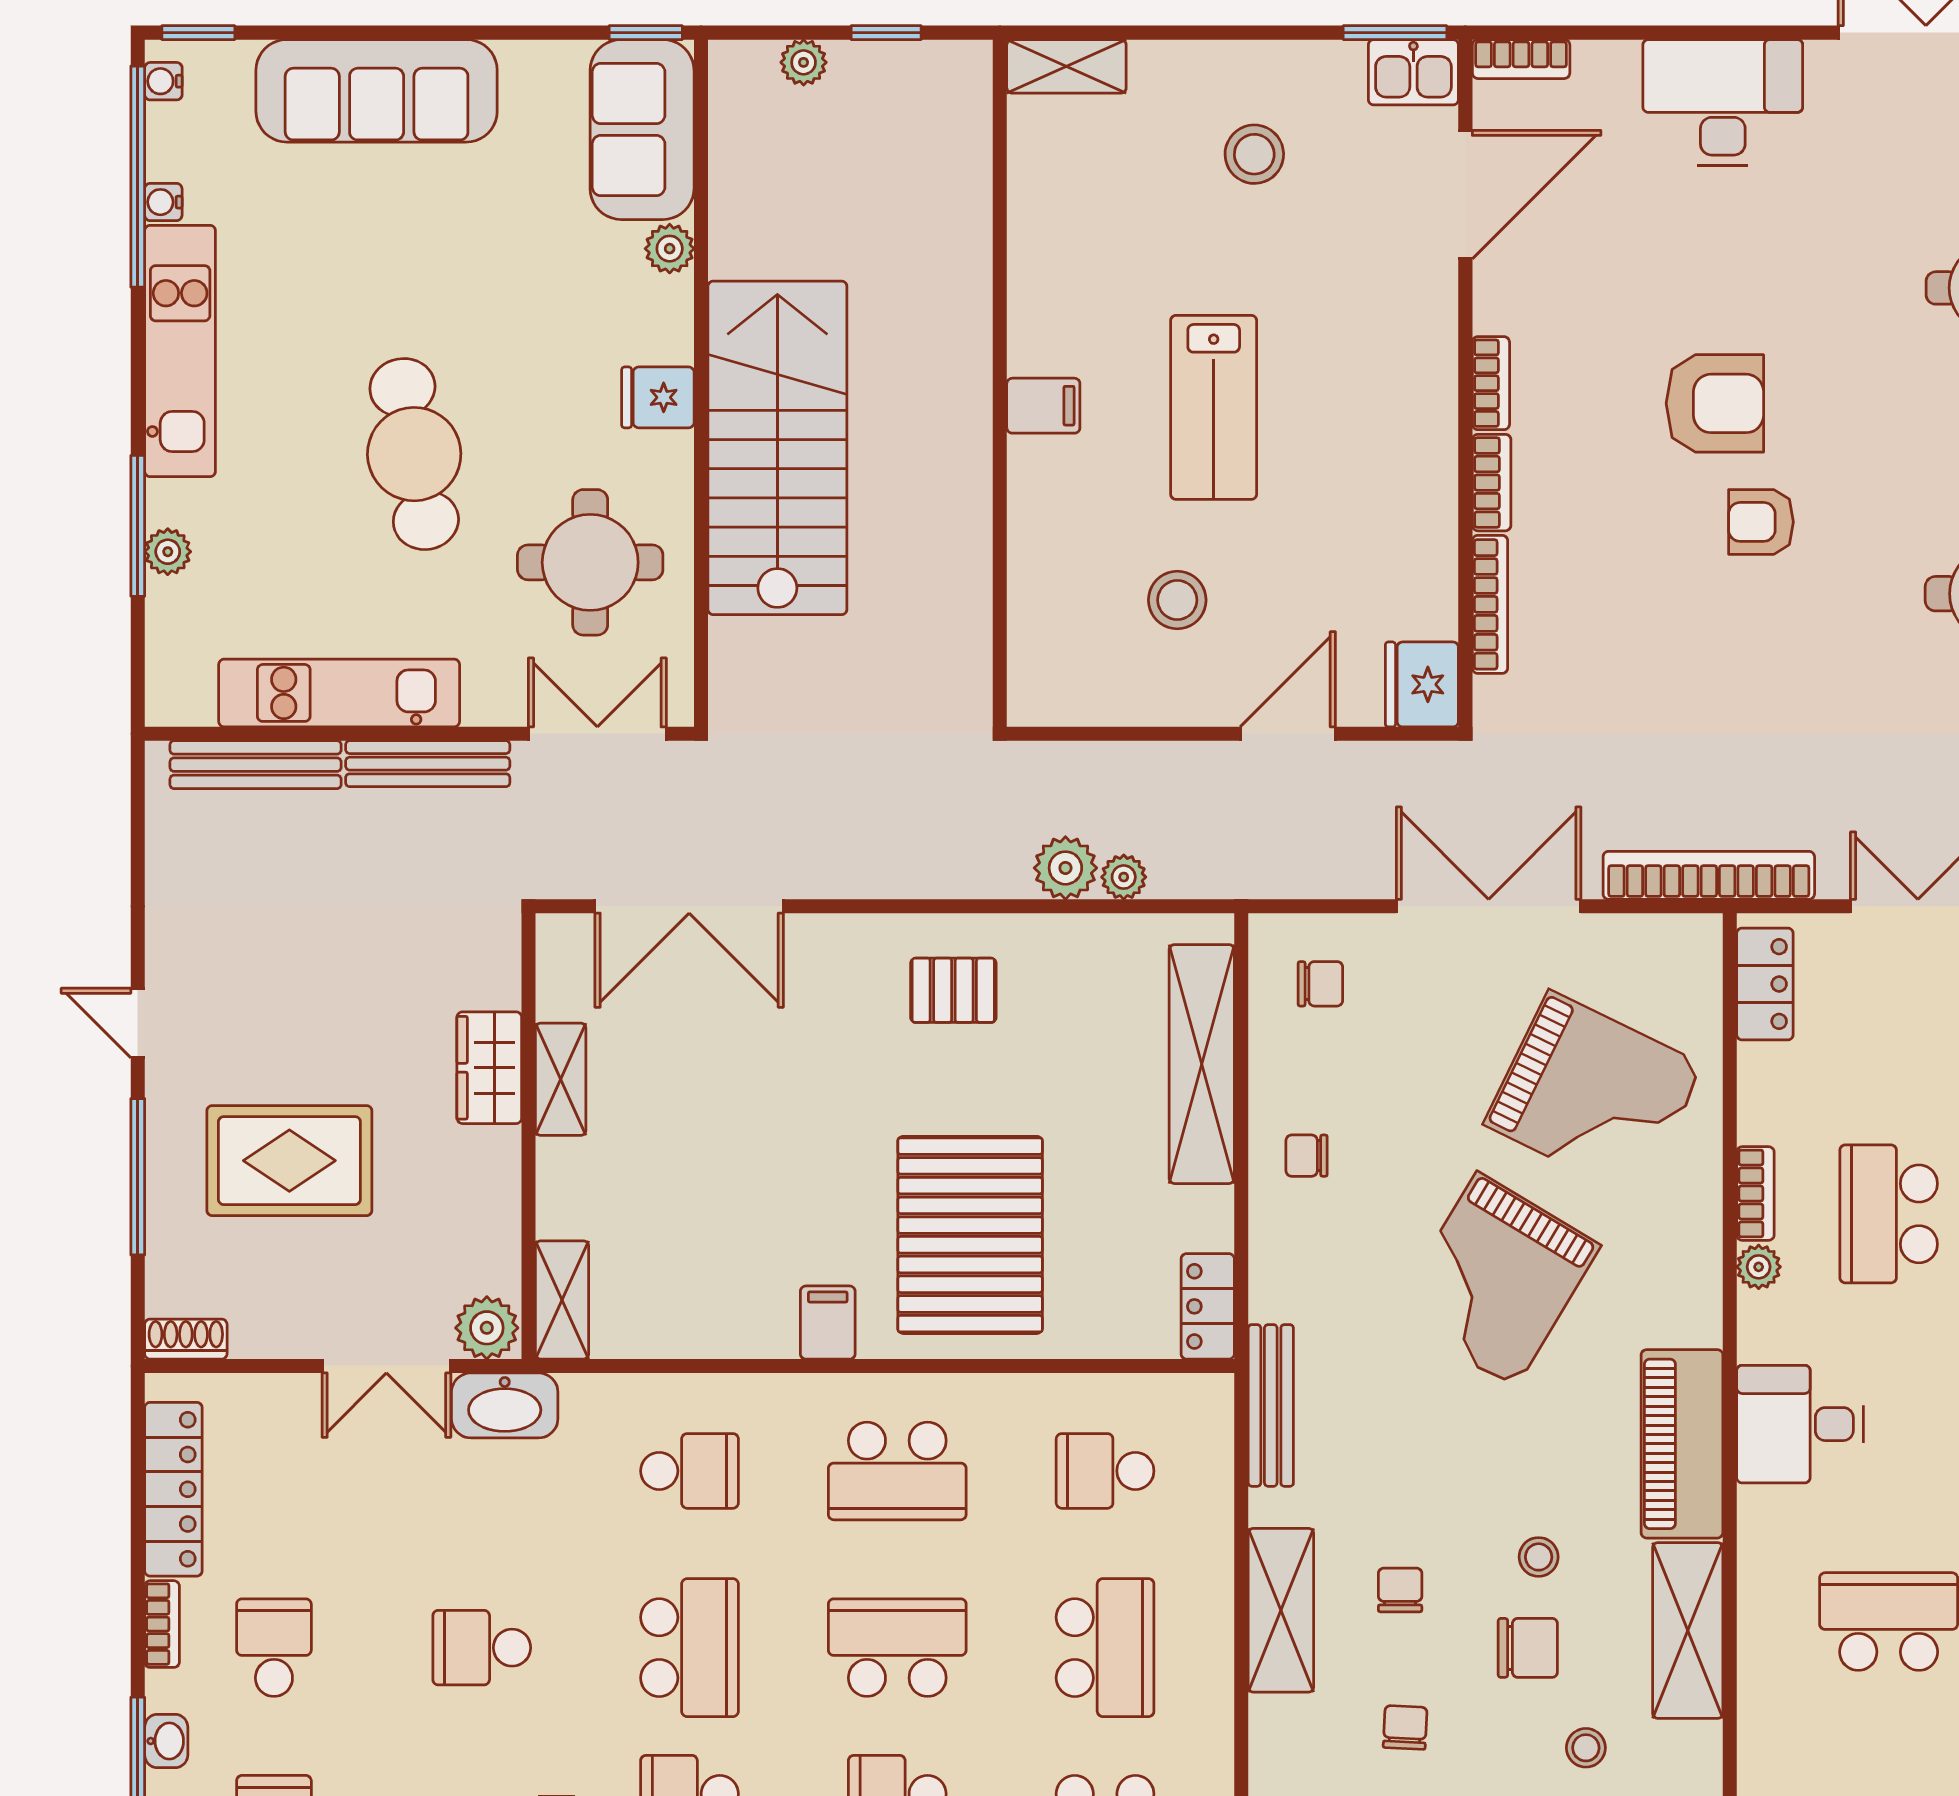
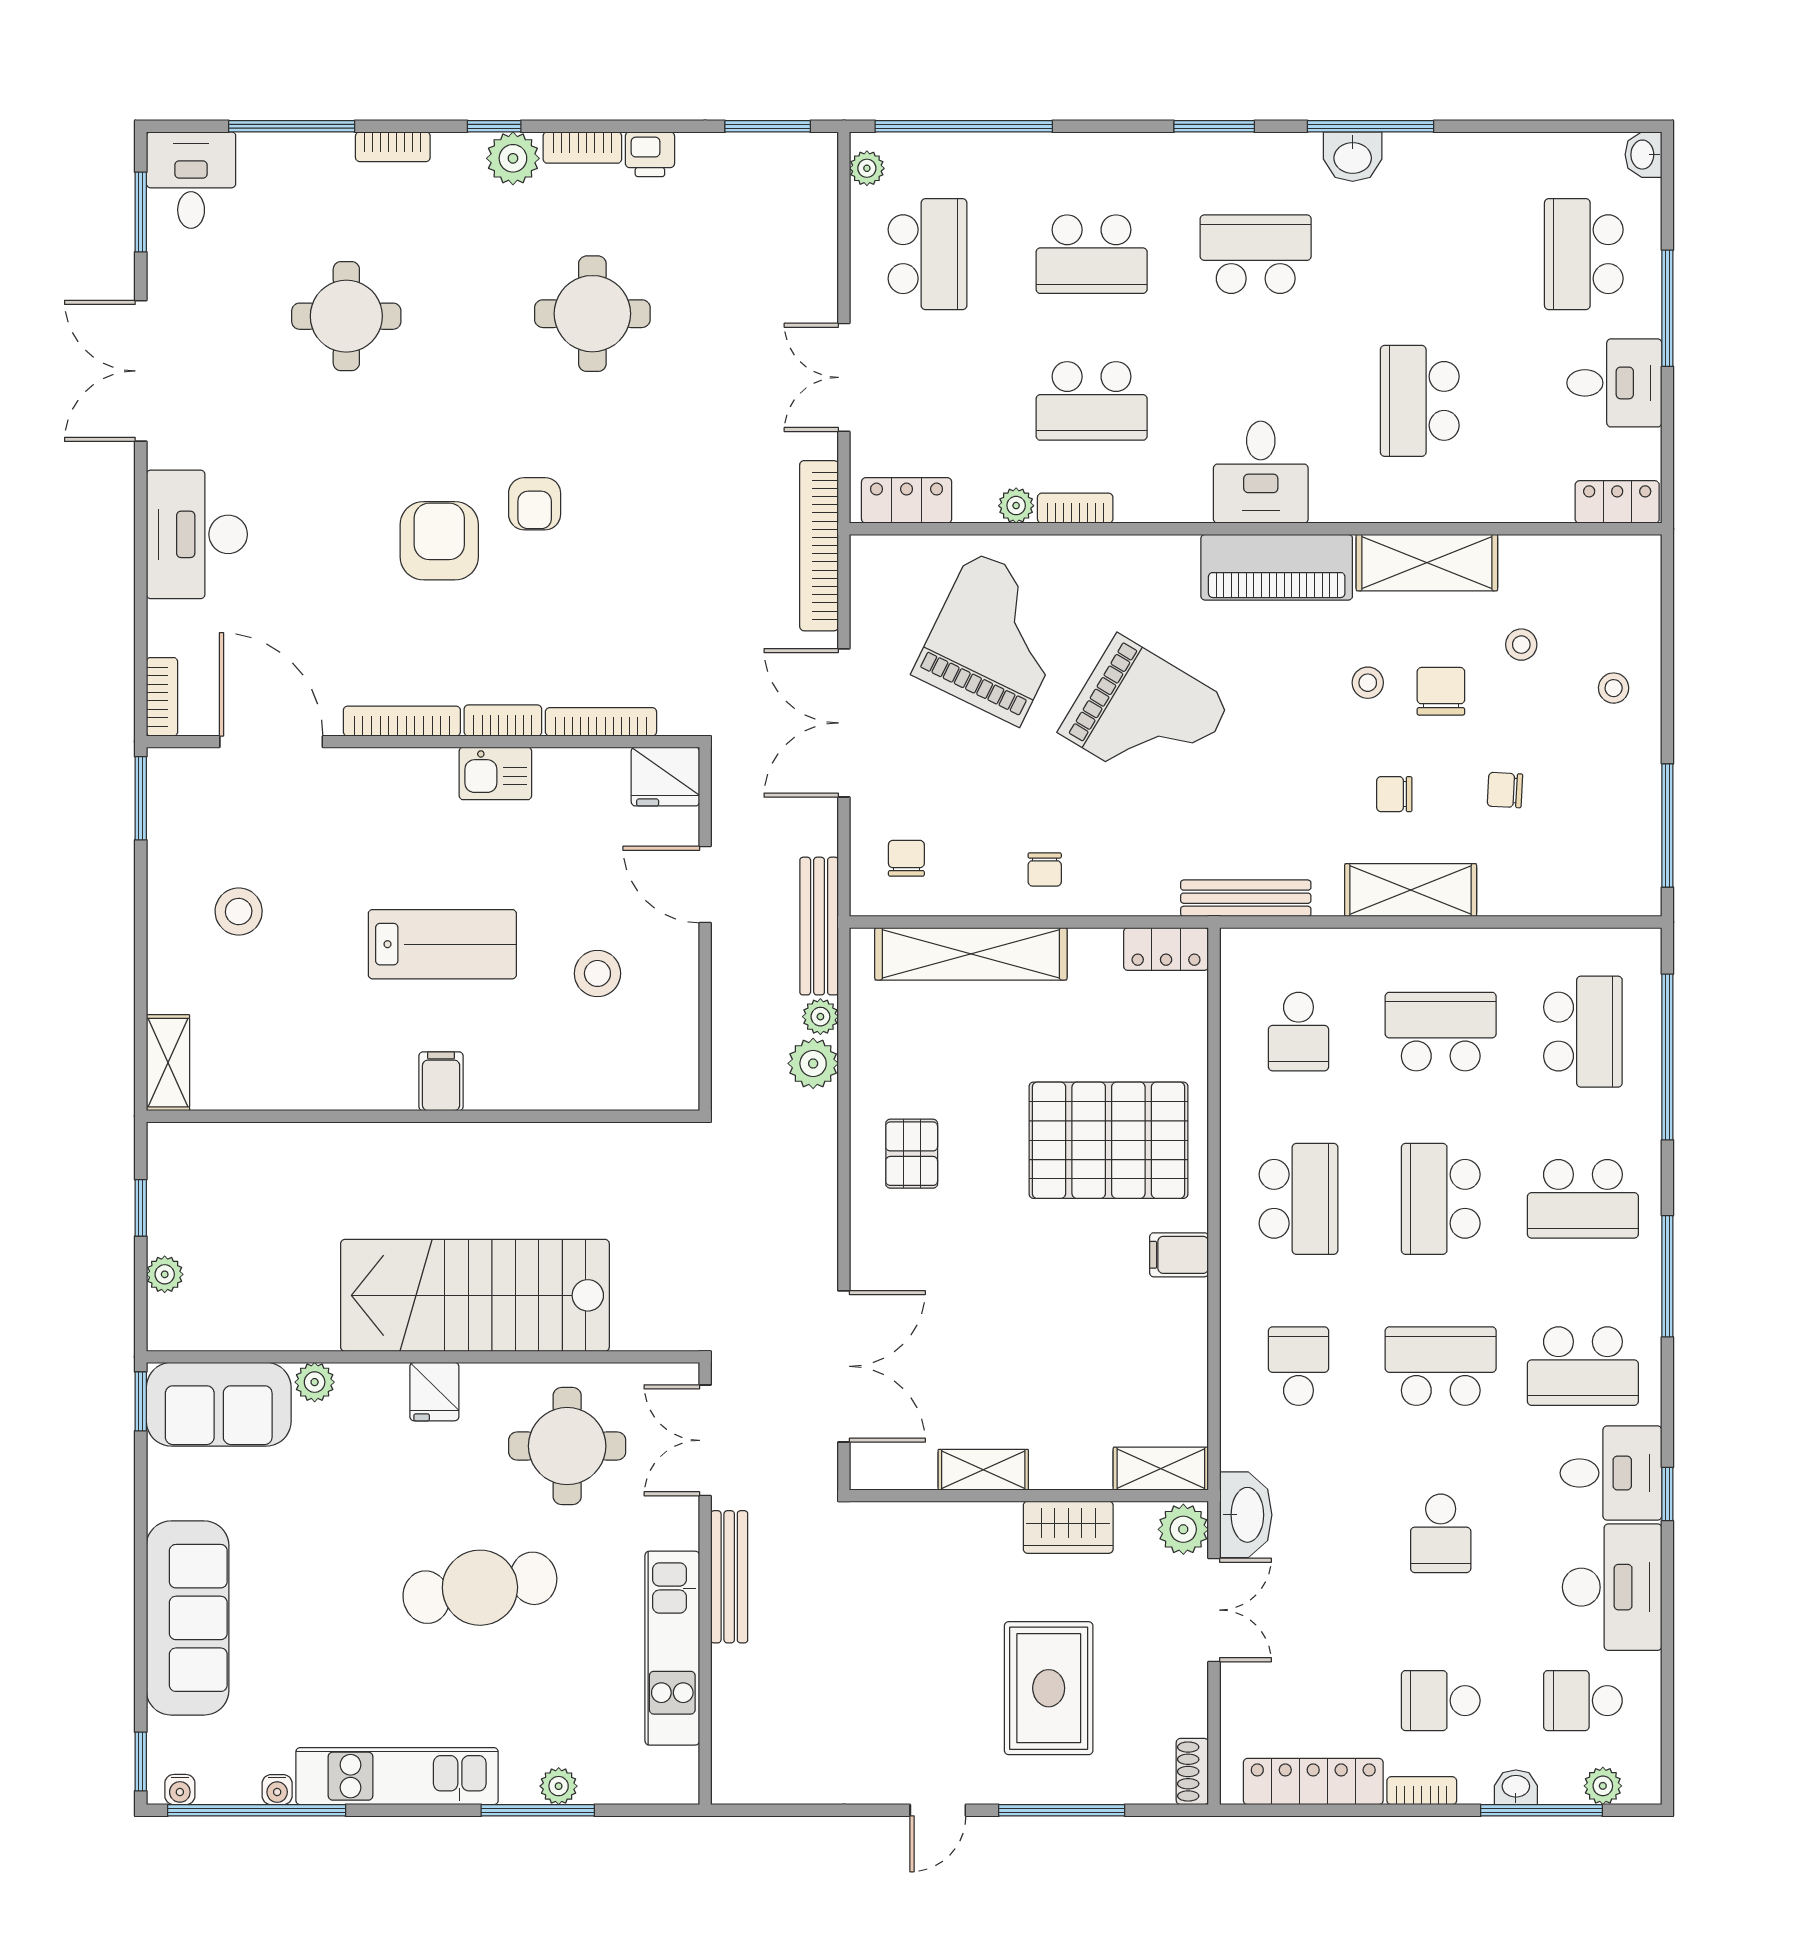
kitchen sink: (1413, 72) -> (495, 773), moved, turned 90
bookcase: (1491, 383) -> (402, 721), width x1.56
bench: (256, 765) -> (819, 926), moved
wardrobe: (489, 1068) -> (1068, 1527), moved
plant: (1759, 1267) -> (1016, 506), moved

